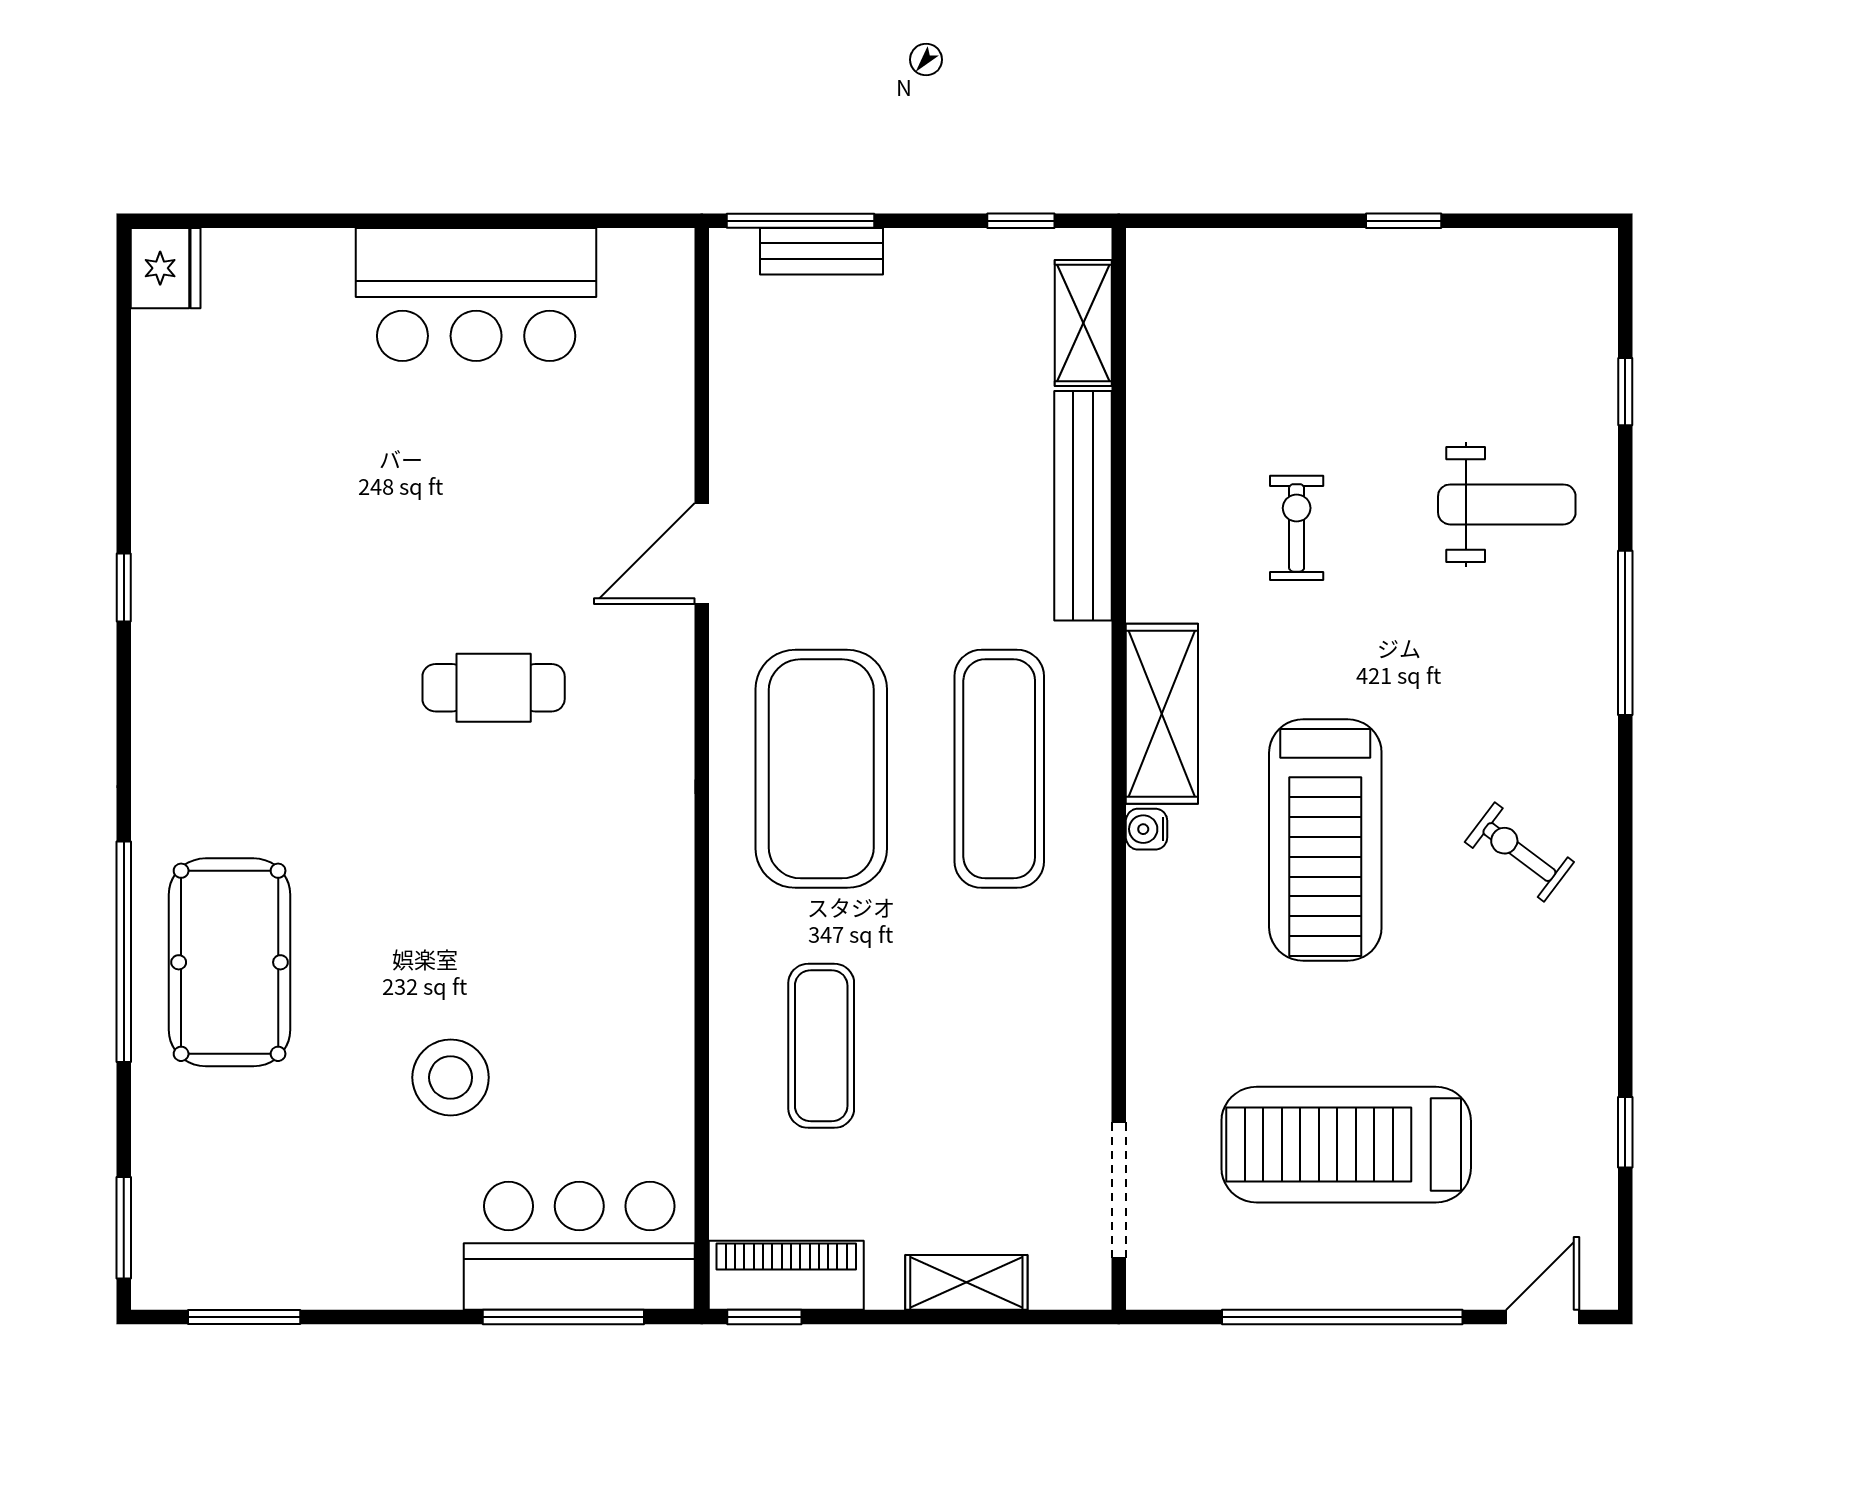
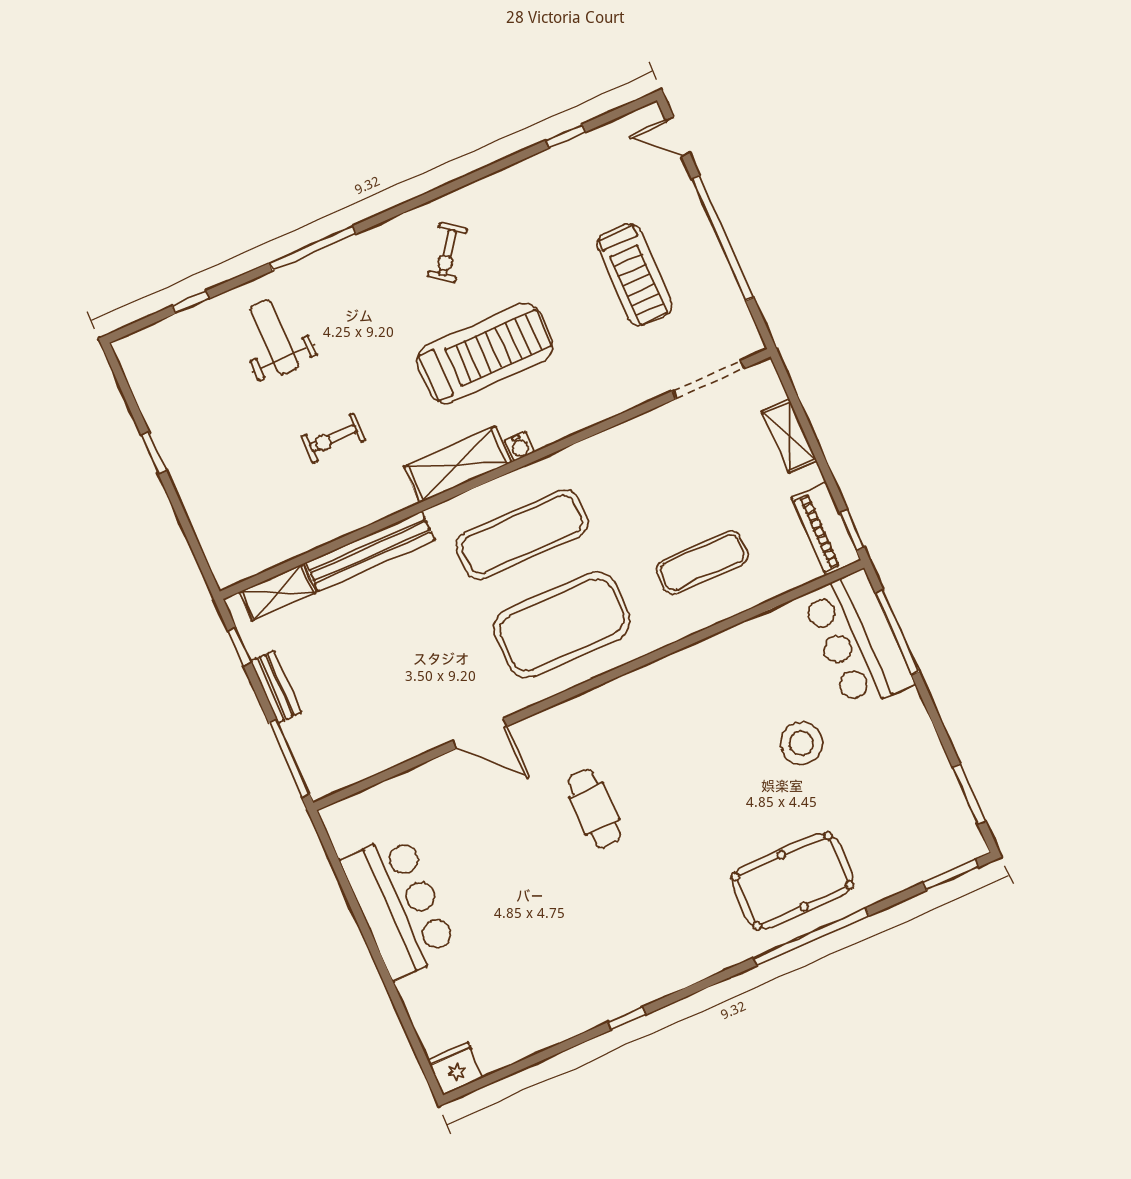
bench: (822, 251) -> (276, 687), moved
treadmill: (1346, 1145) -> (634, 275), width x0.73, depth x0.73

